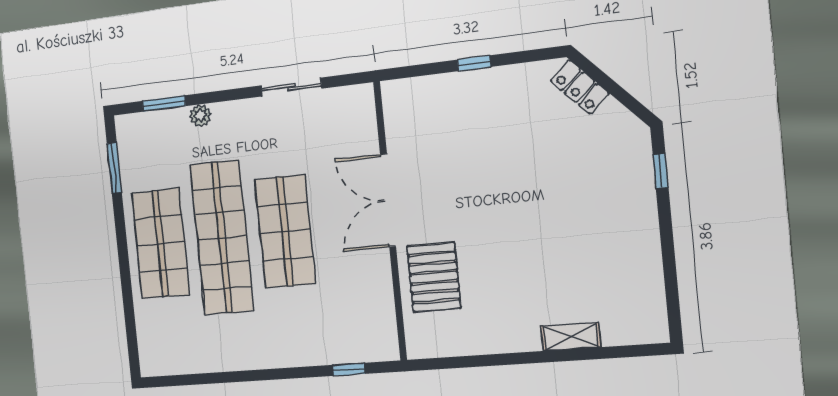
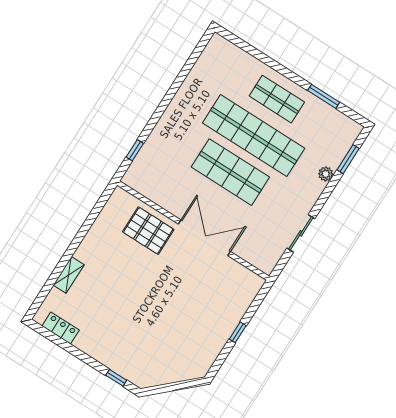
locker: (580, 87) -> (61, 328), moved, turned 43
window: (114, 168) -> (324, 96), moved
shop shelf: (161, 244) -> (277, 99), width x0.70, depth x0.74

